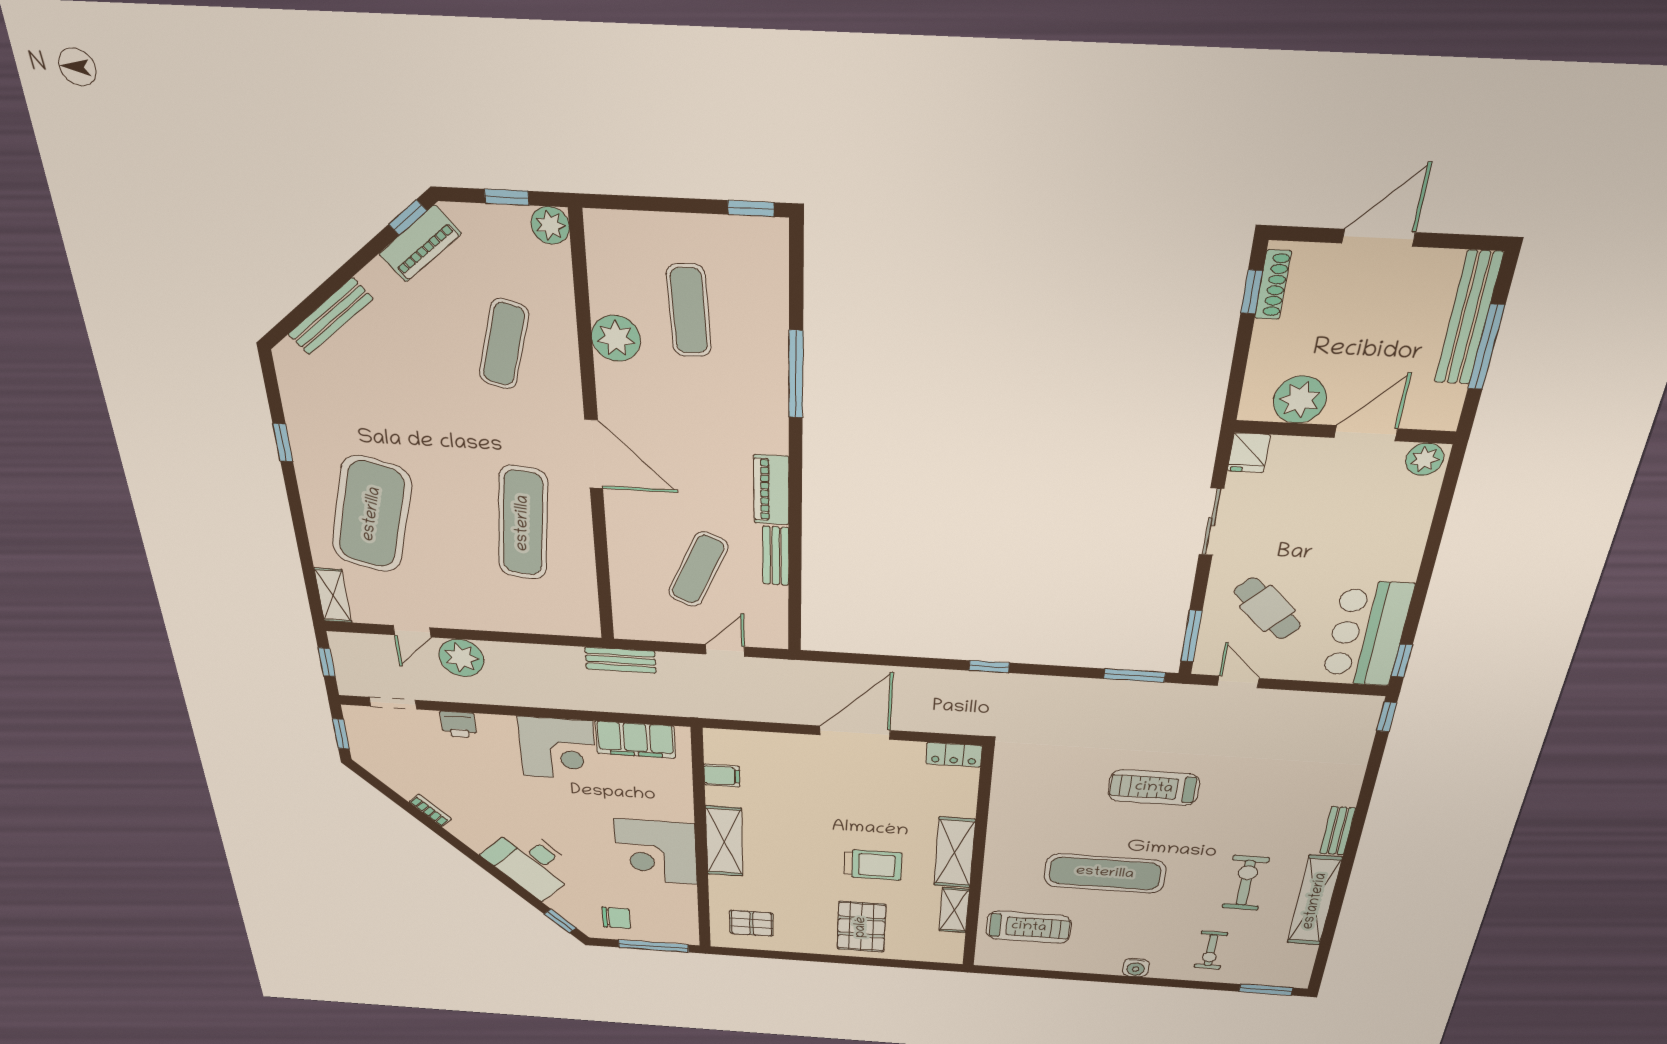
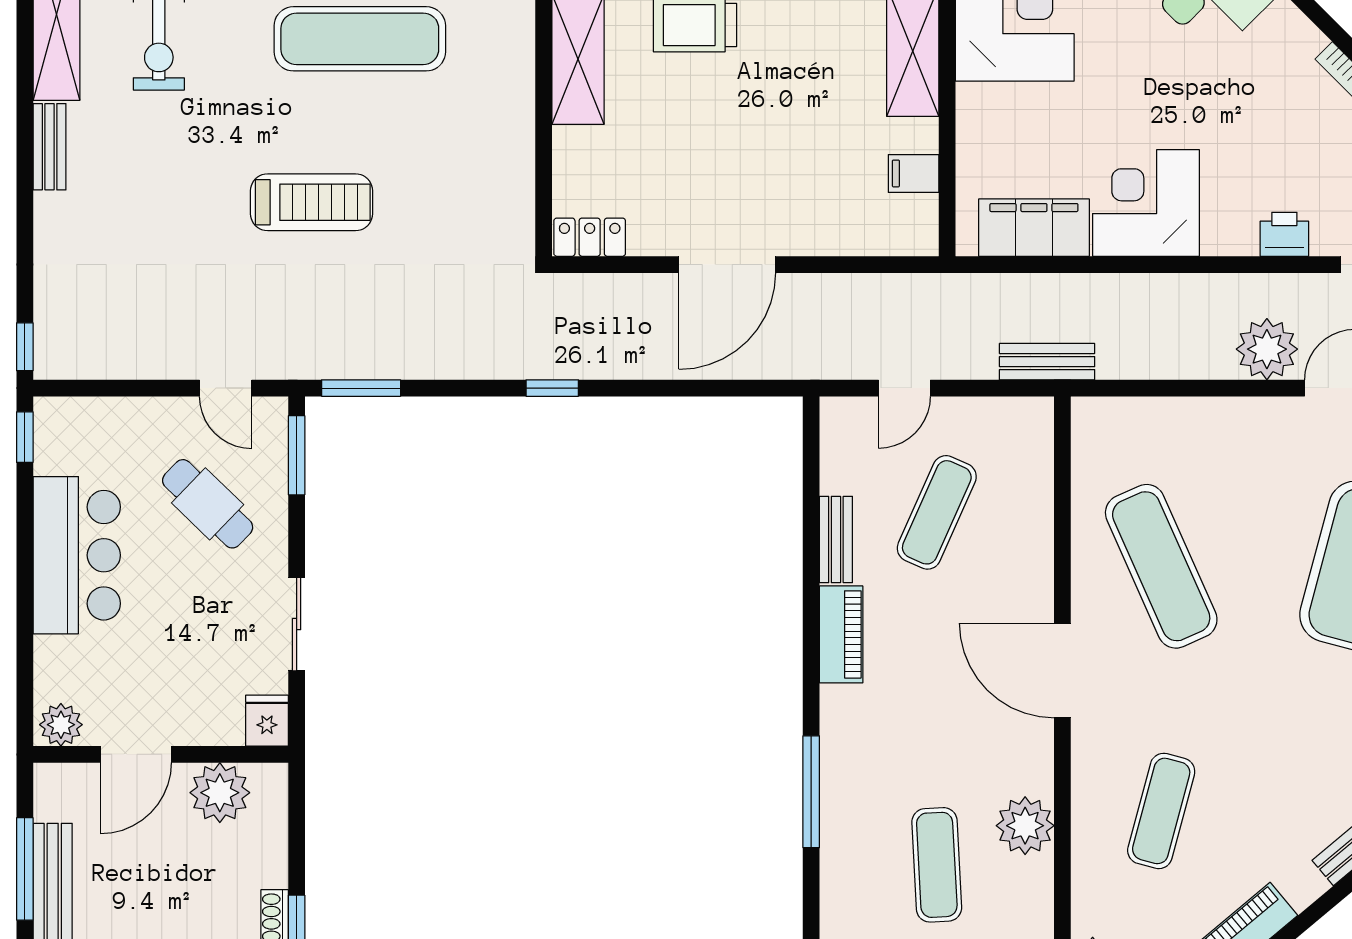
exercise mat: (523, 523) -> (1161, 566), turned -30
bar counter: (1367, 634) -> (77, 555), moved

